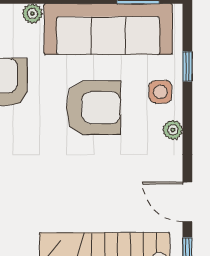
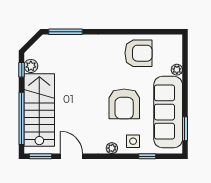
door: (187, 202) -> (72, 156), hinge flipped

